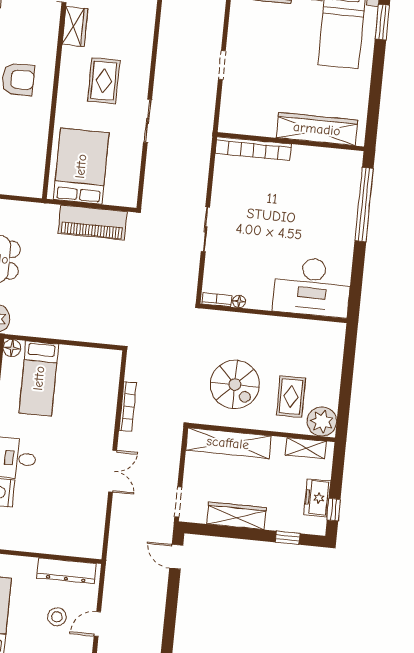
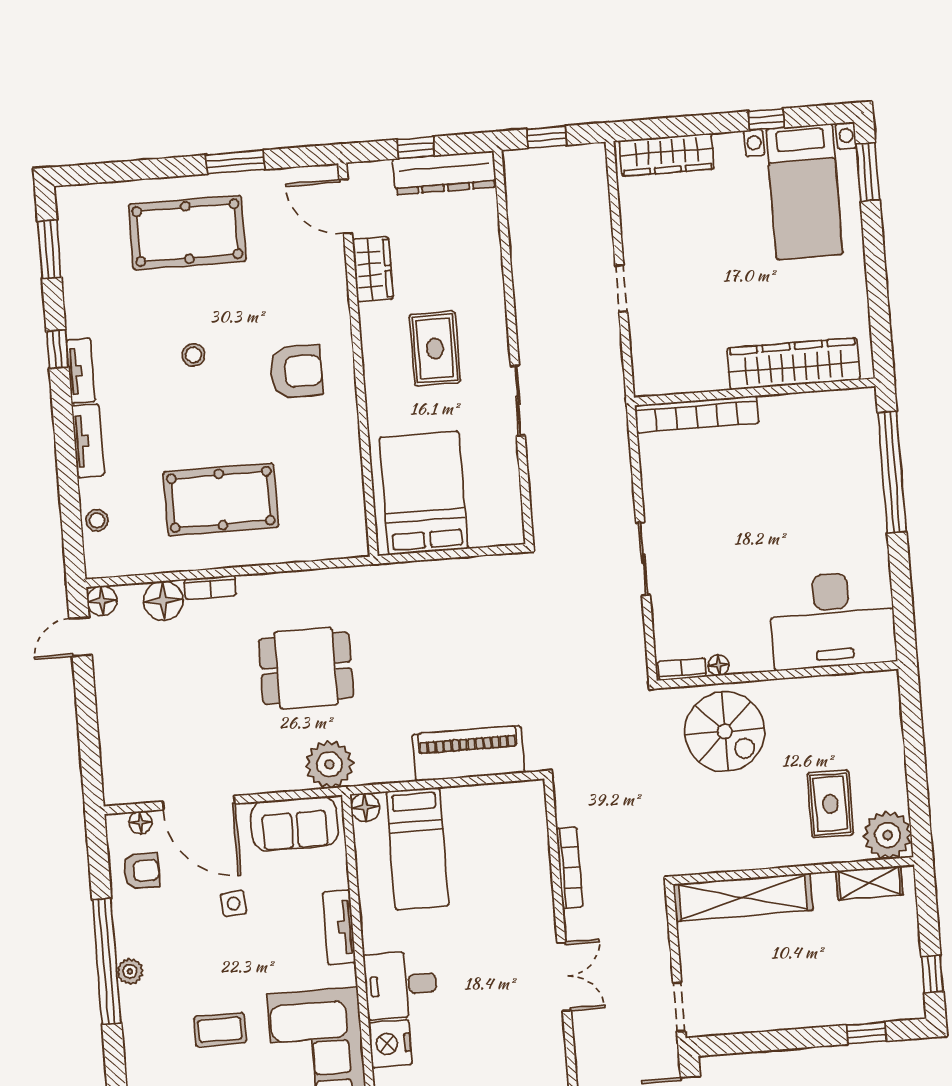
piano: (93, 223) -> (468, 753), moved, turned 180
spiral stairs: (235, 385) -> (725, 731), moved
freezer: (317, 498) -> (902, 960), removed
wardrobe: (236, 516) -> (777, 1012), removed

